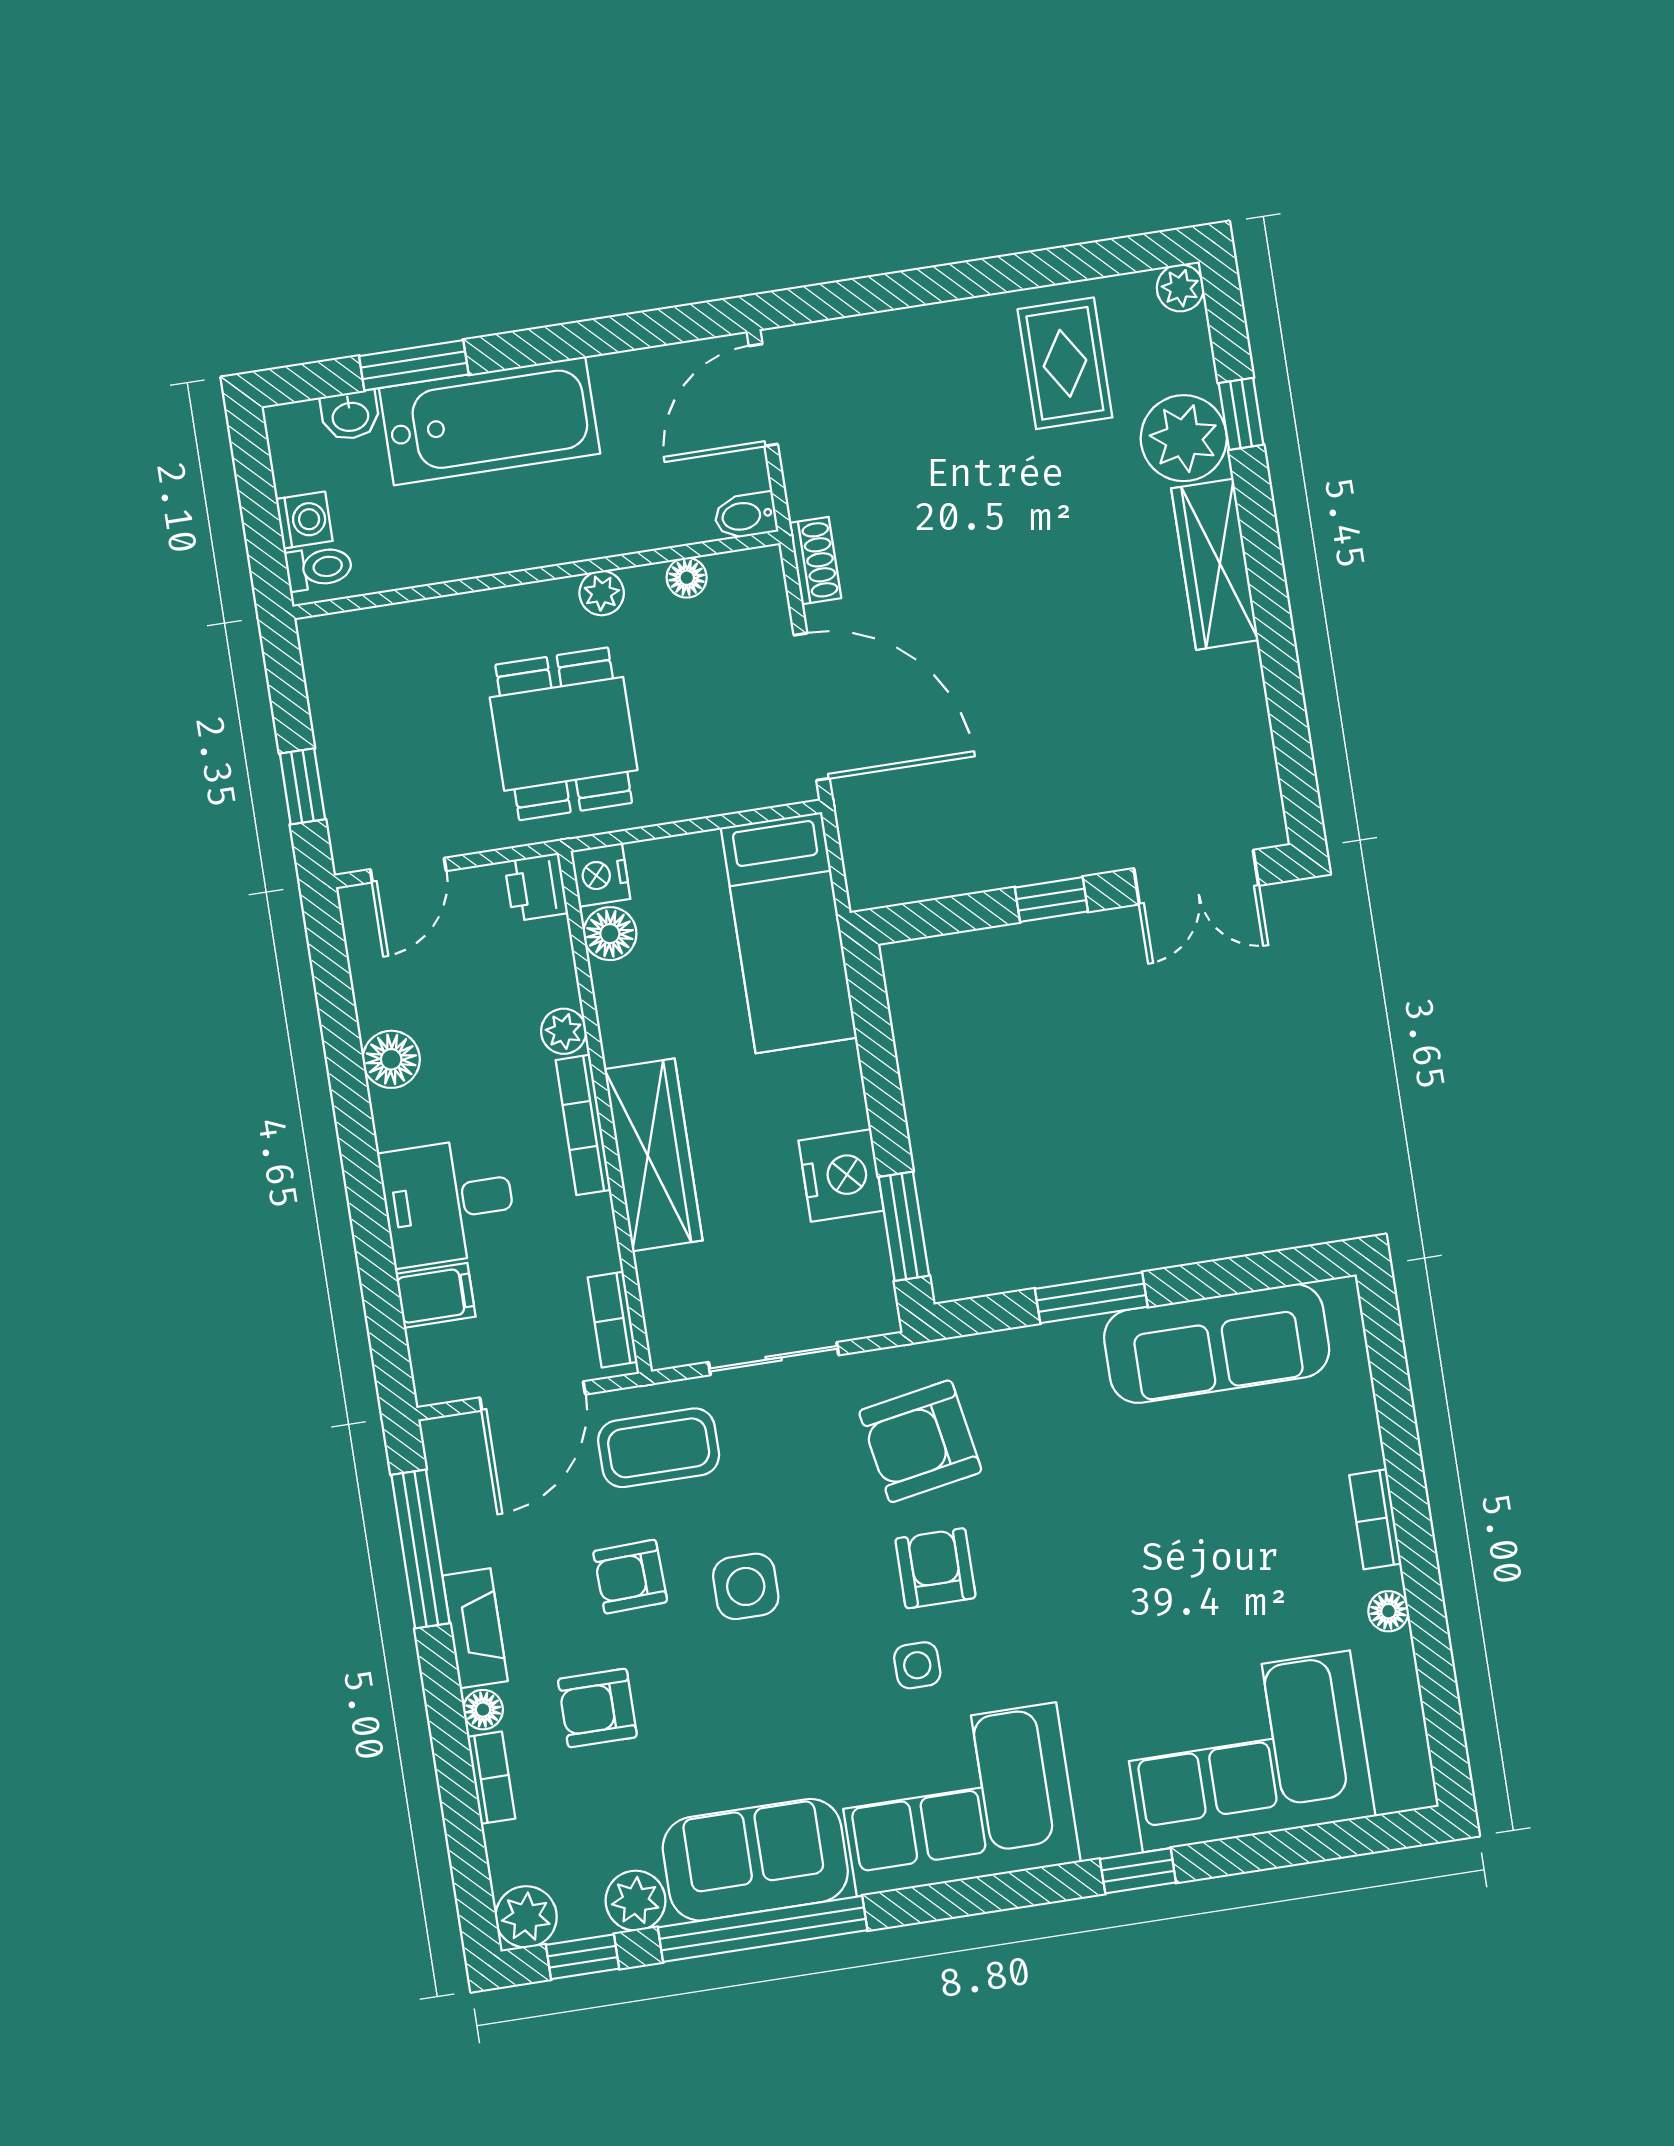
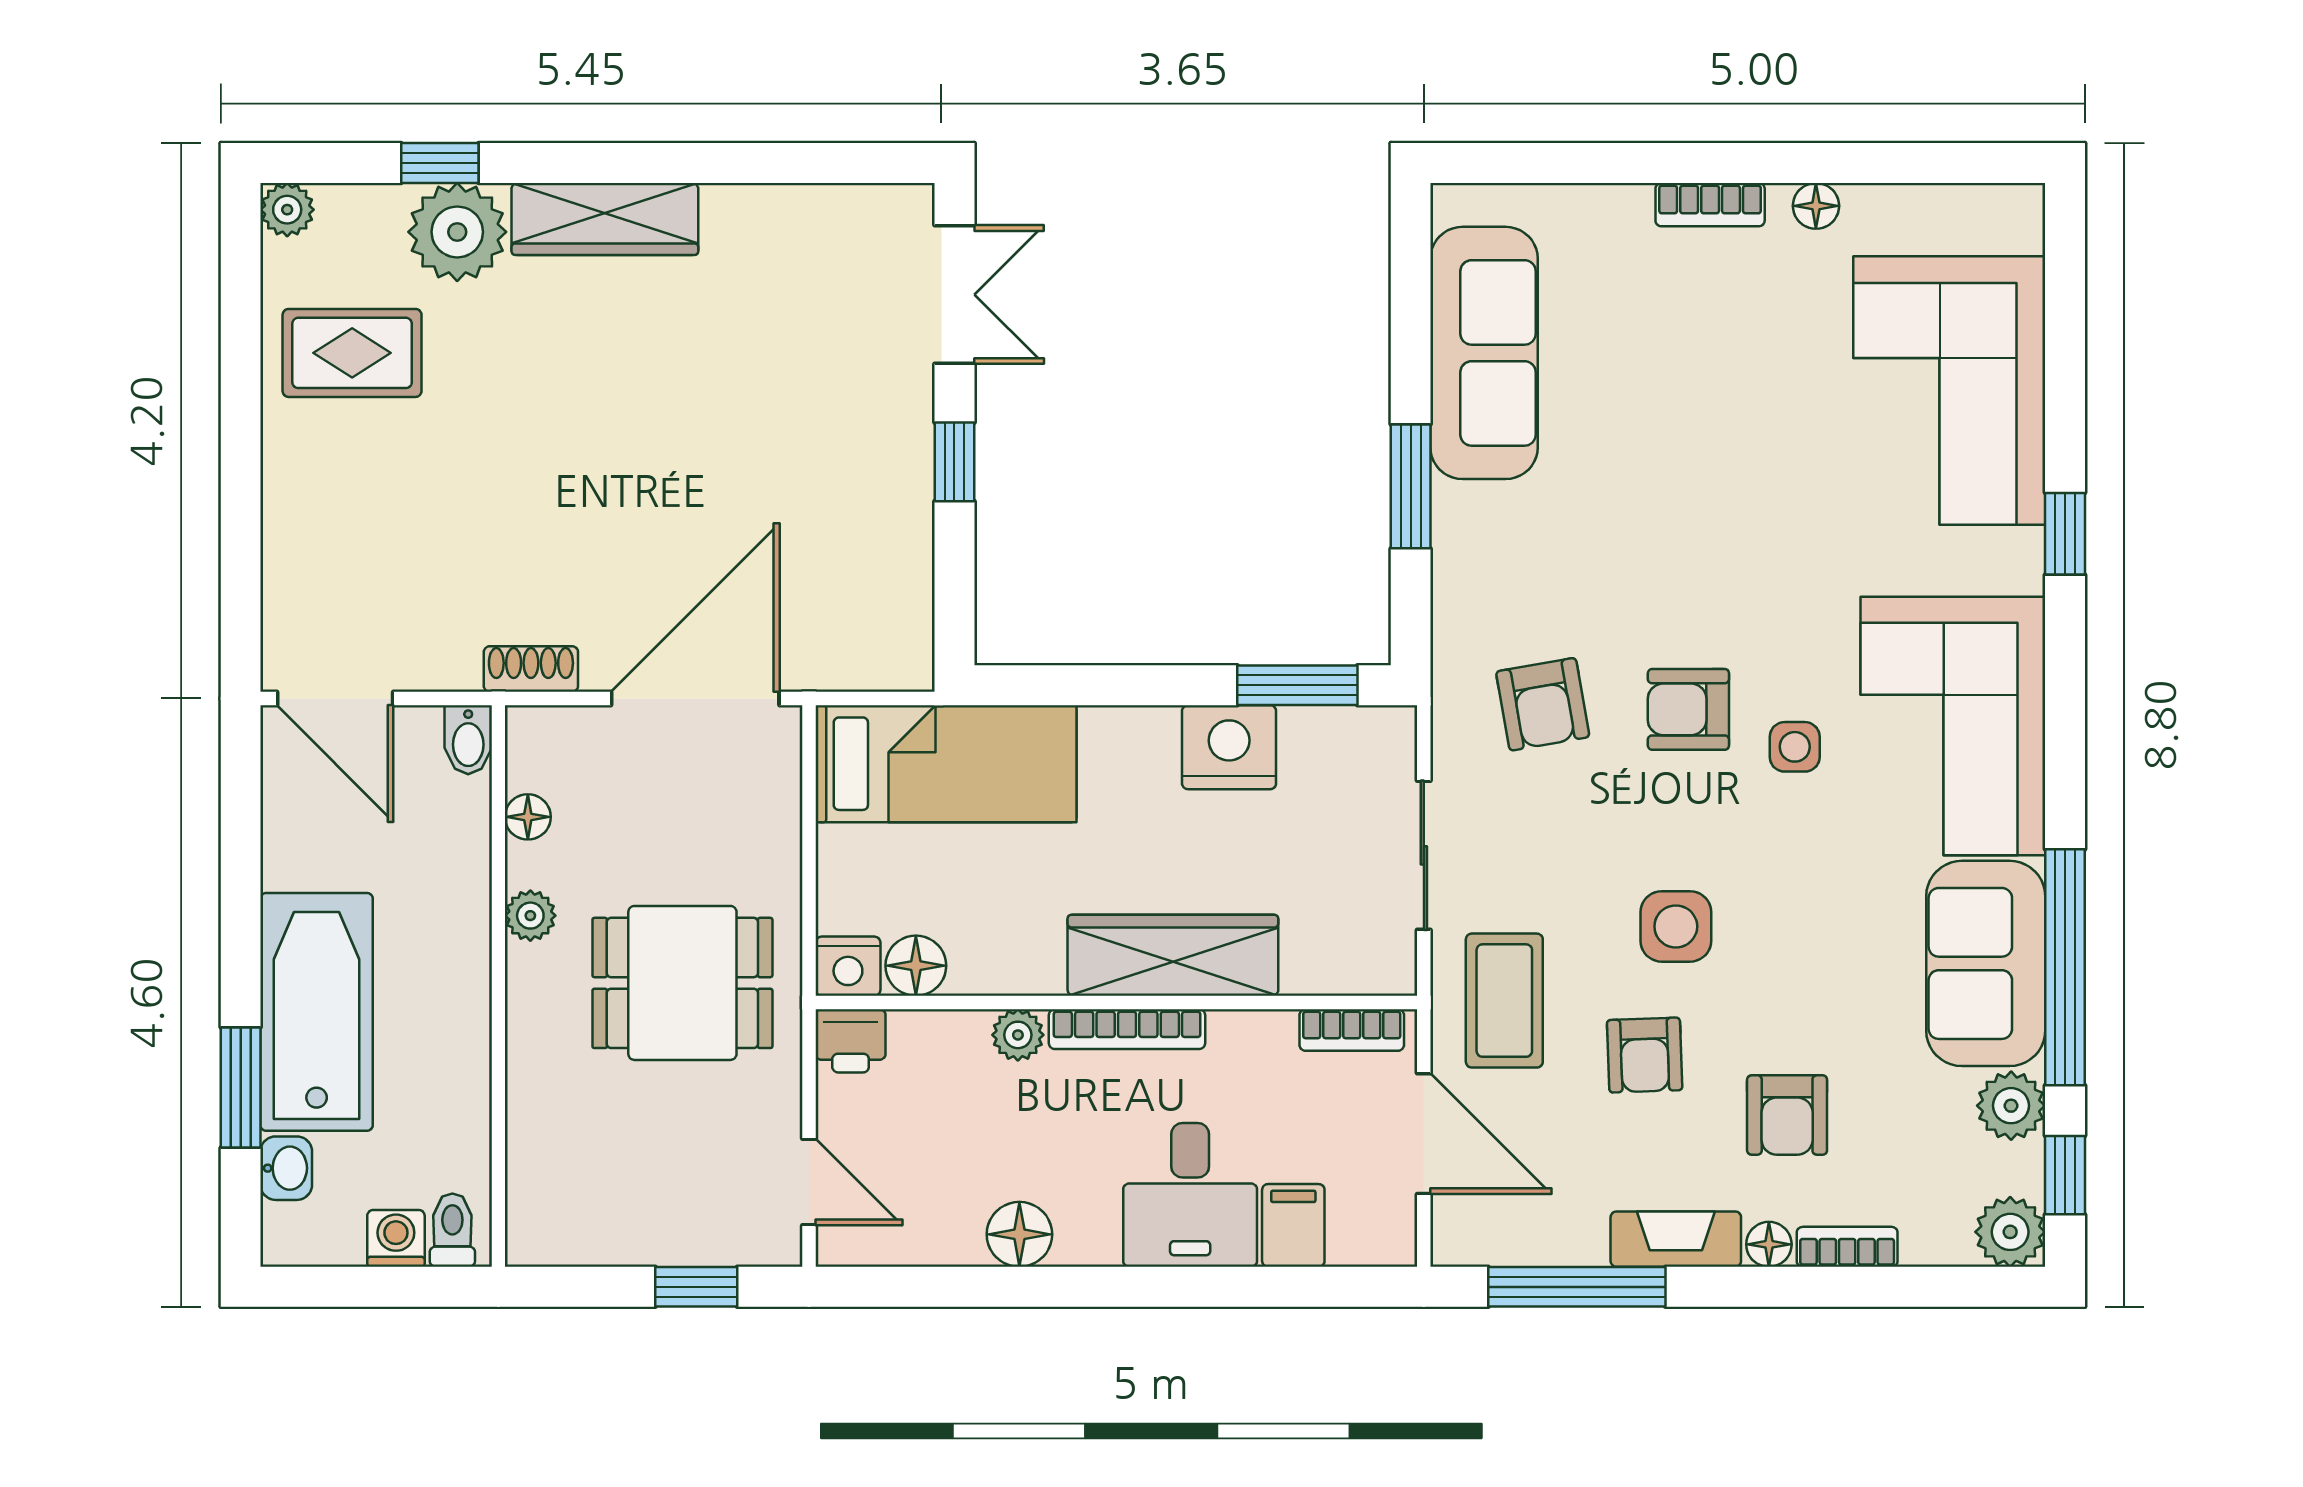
armchair: (920, 1441) -> (1543, 704), width x0.72, depth x0.72

